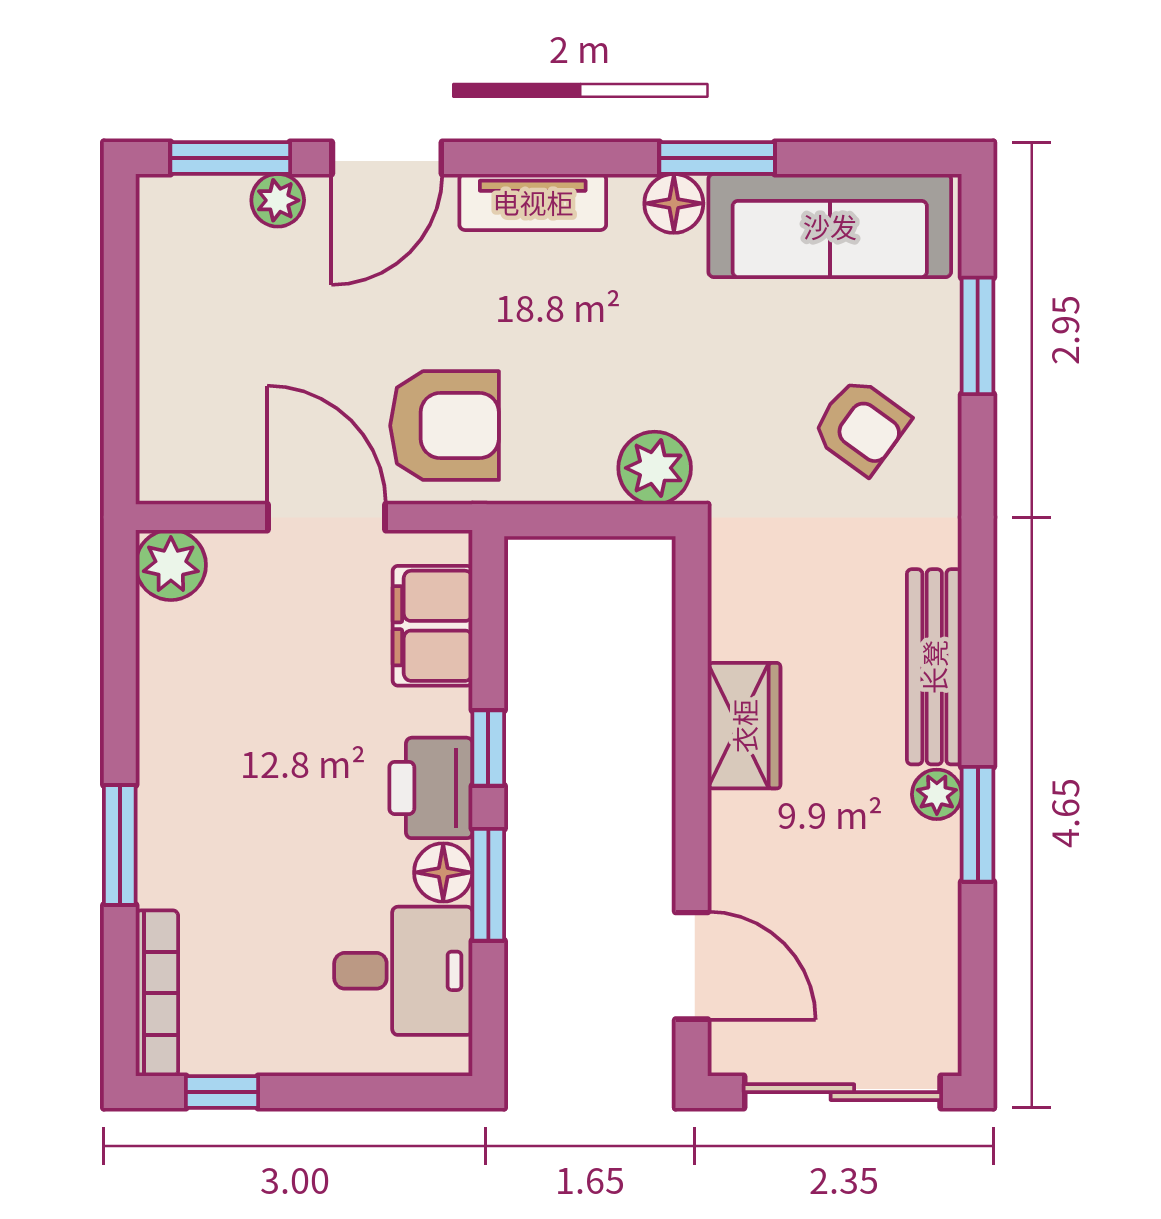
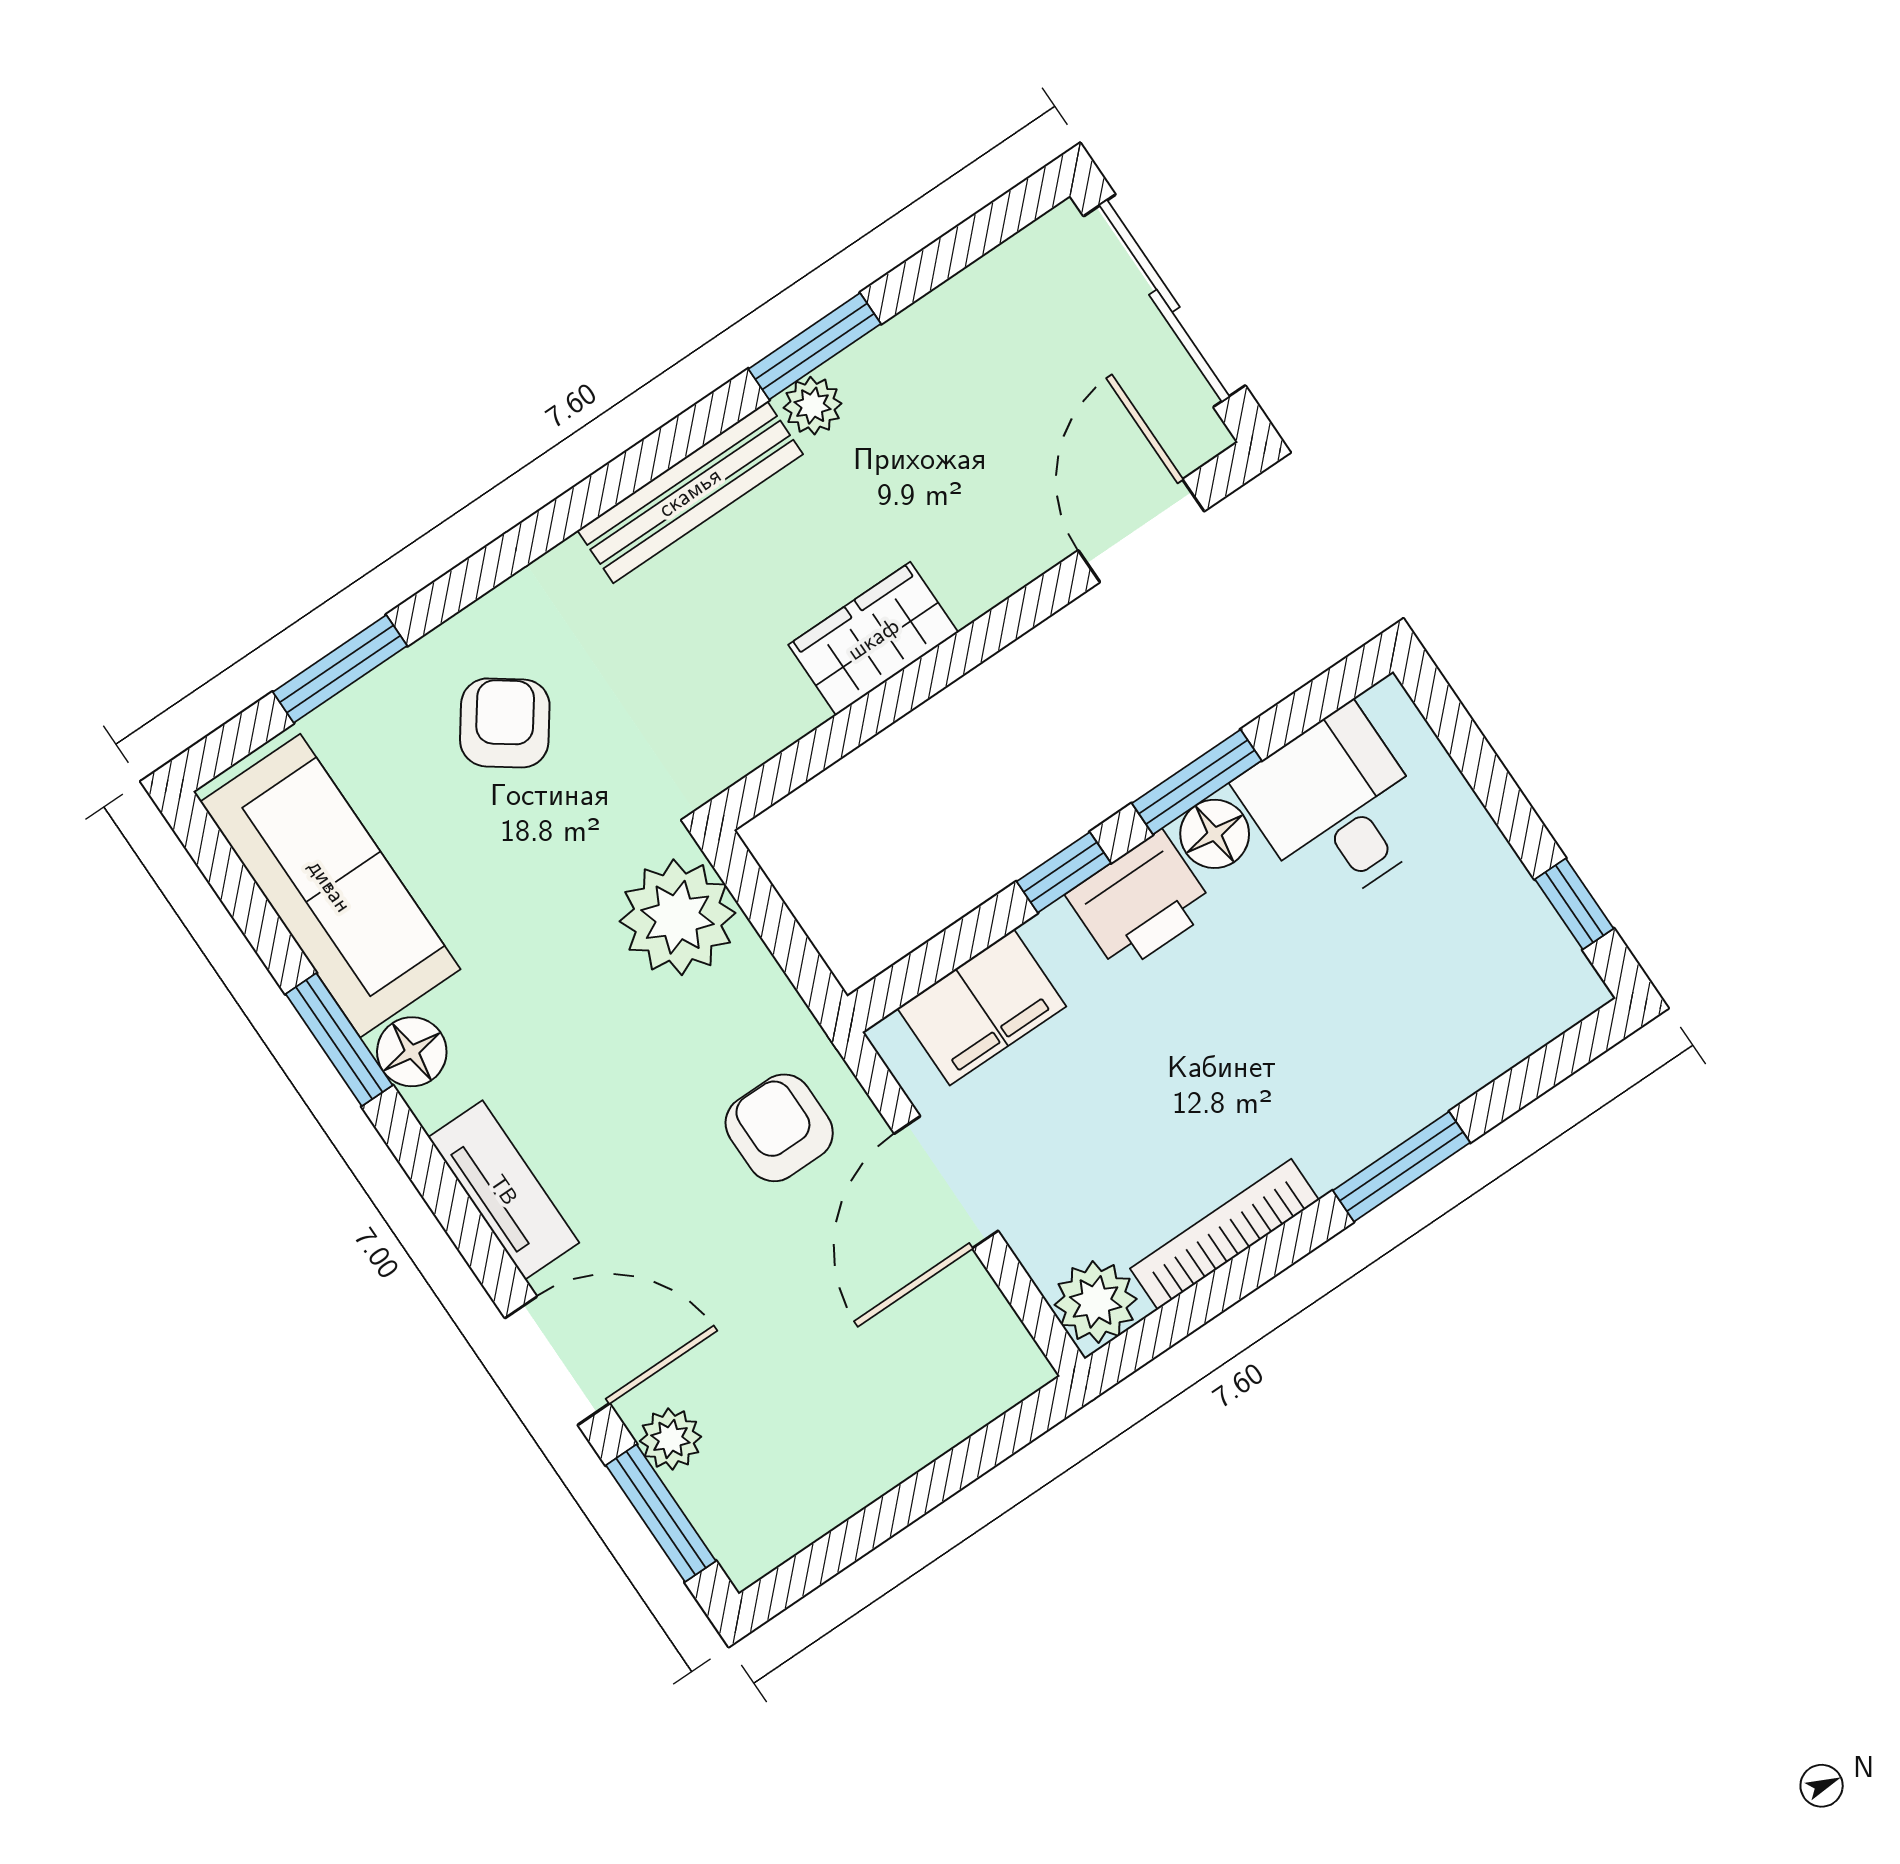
armchair: (445, 426) -> (779, 1128), width x0.72, depth x0.72
plant: (655, 468) -> (678, 917), width x1.36, depth x1.36
bookcase: (157, 993) -> (1224, 1234), moved

